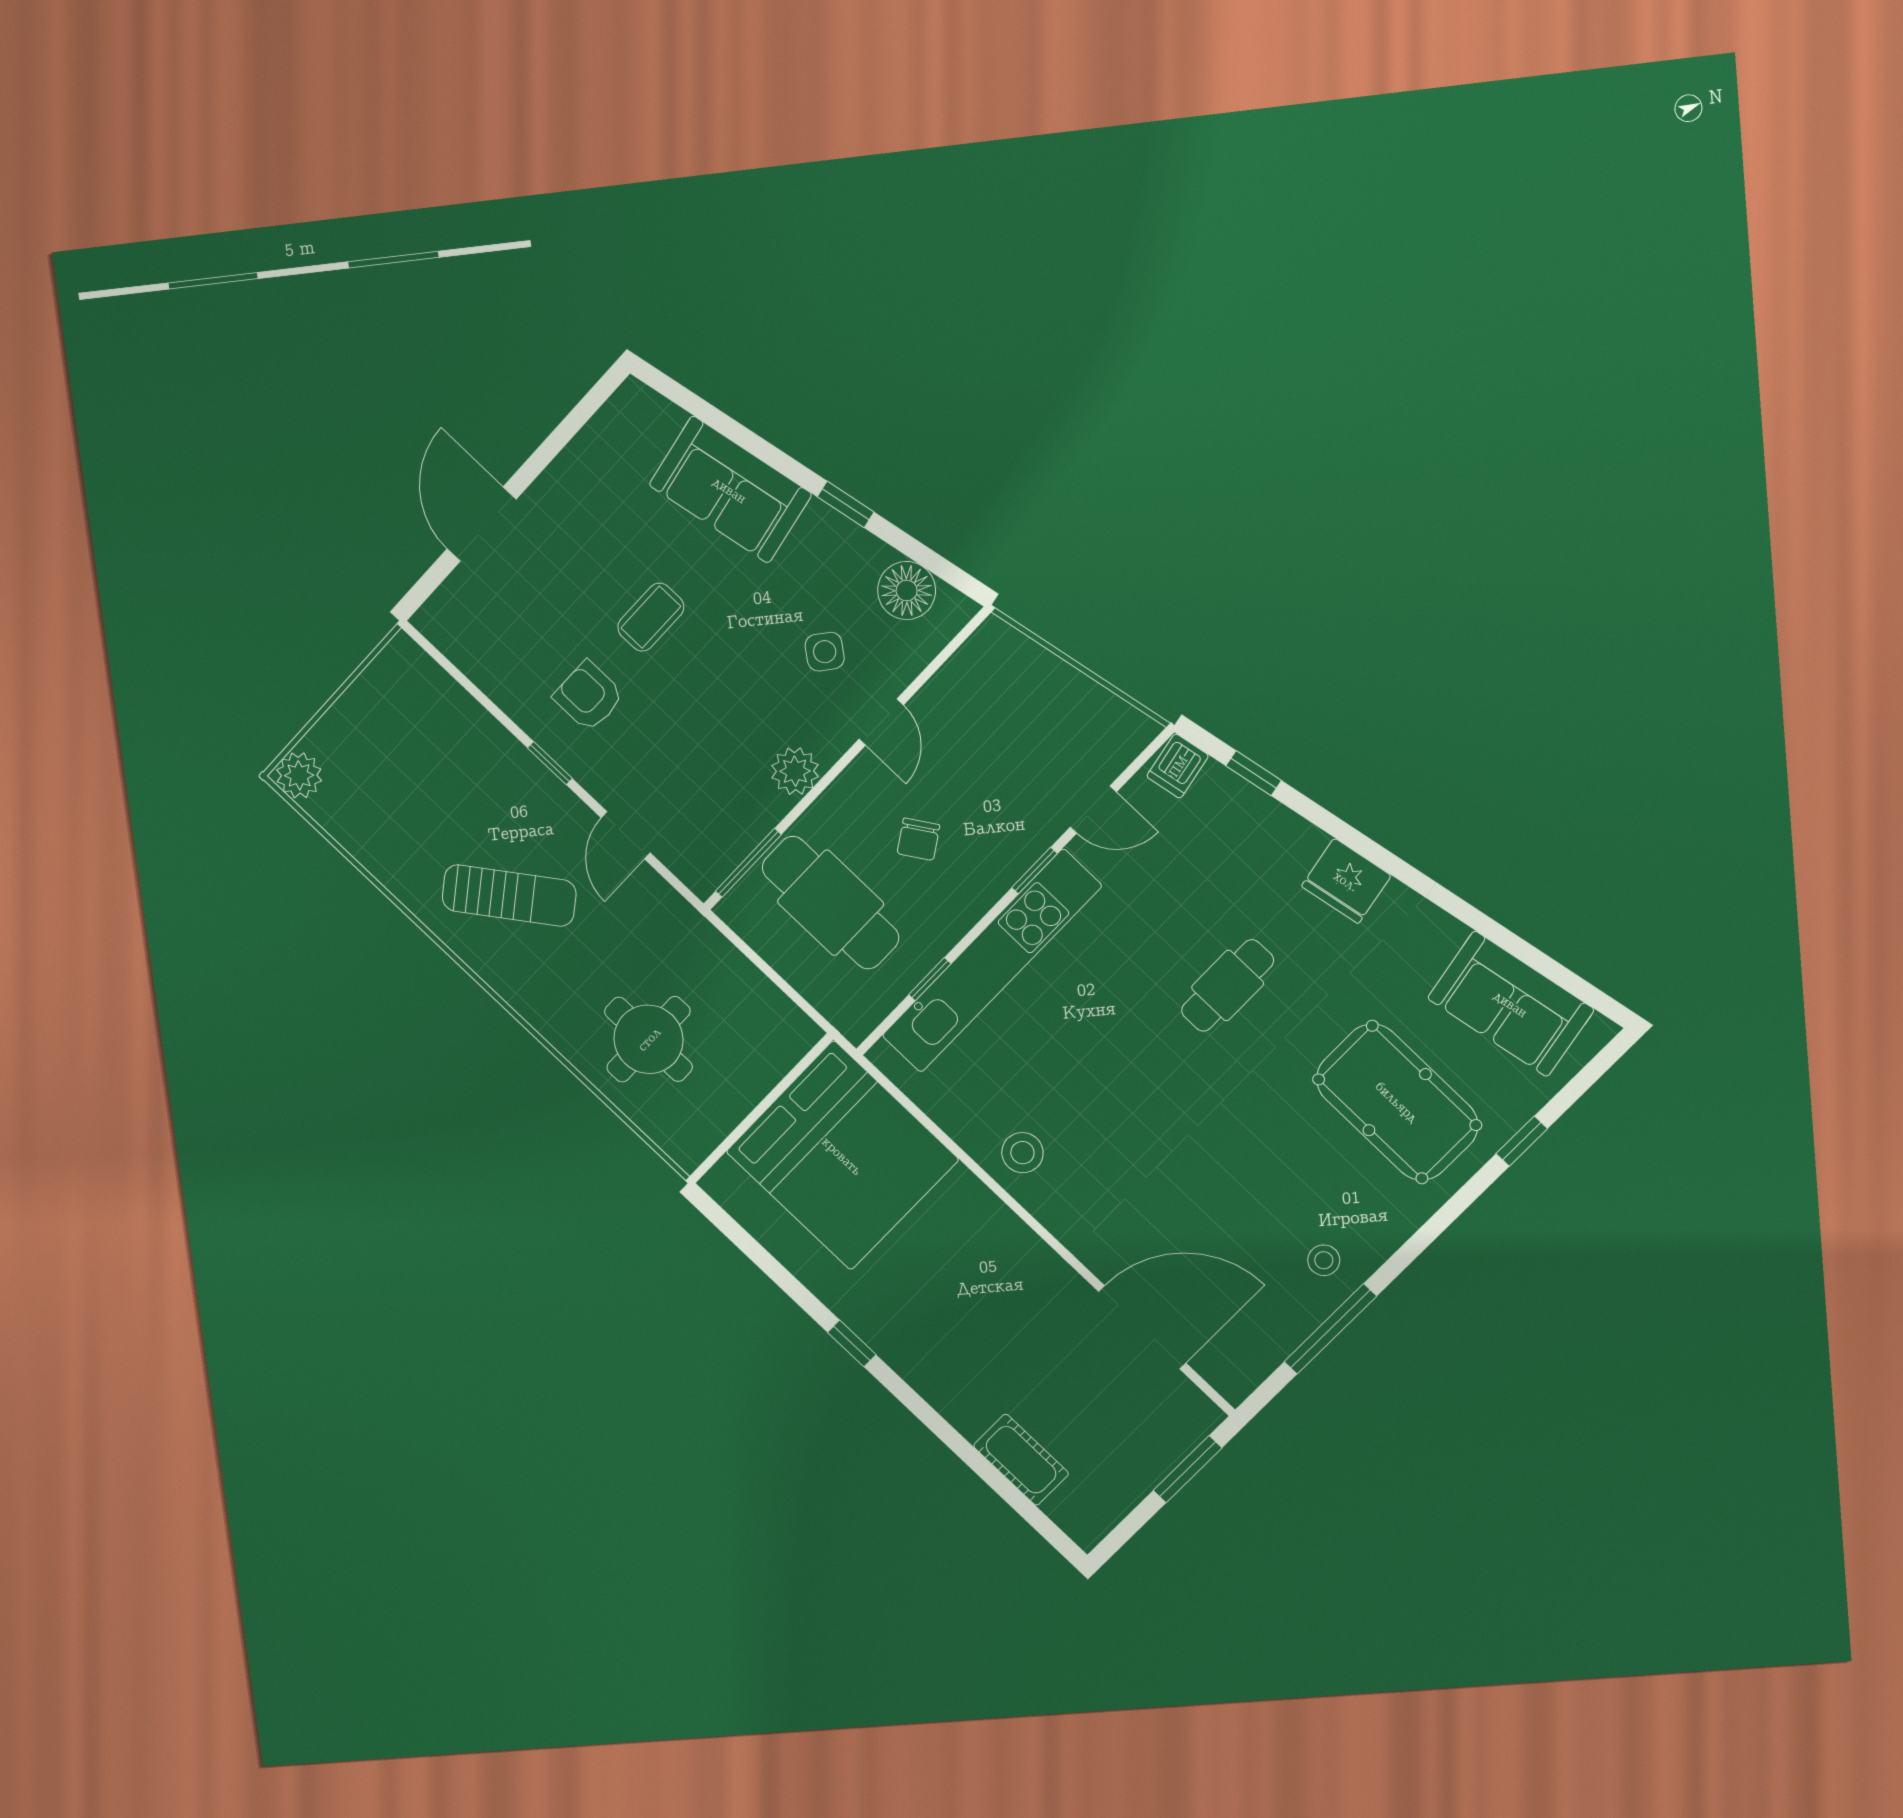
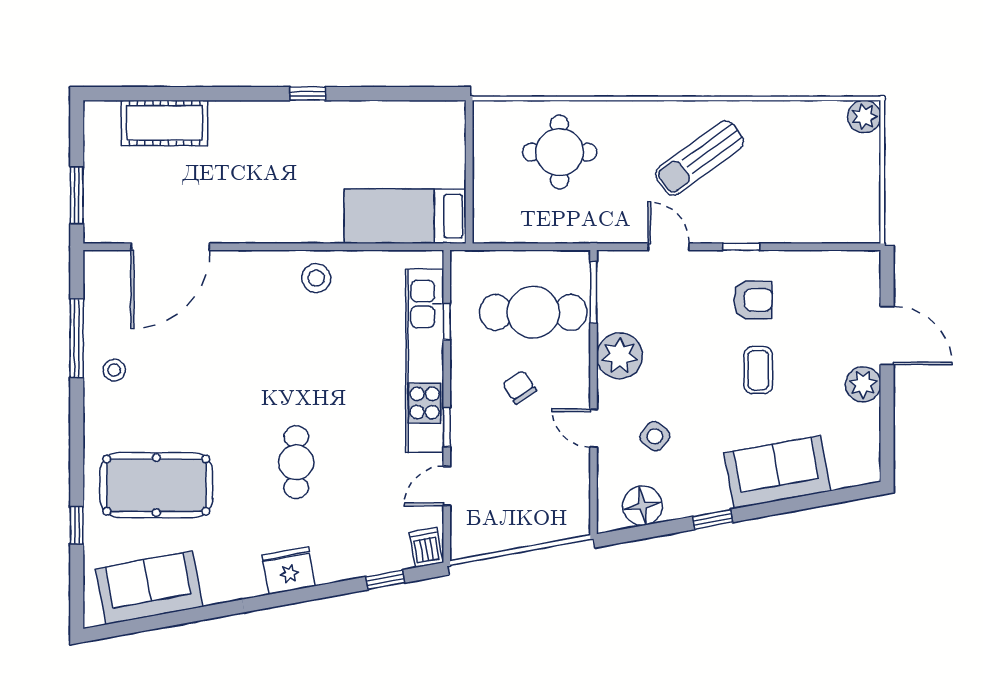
plant: (554, 496) -> (863, 384), added
plant: (795, 771) -> (620, 356), width x1.36, depth x1.36
bed: (842, 1156) -> (405, 216), width x0.49
cot: (1021, 1460) -> (164, 123), width x1.37, depth x1.34

